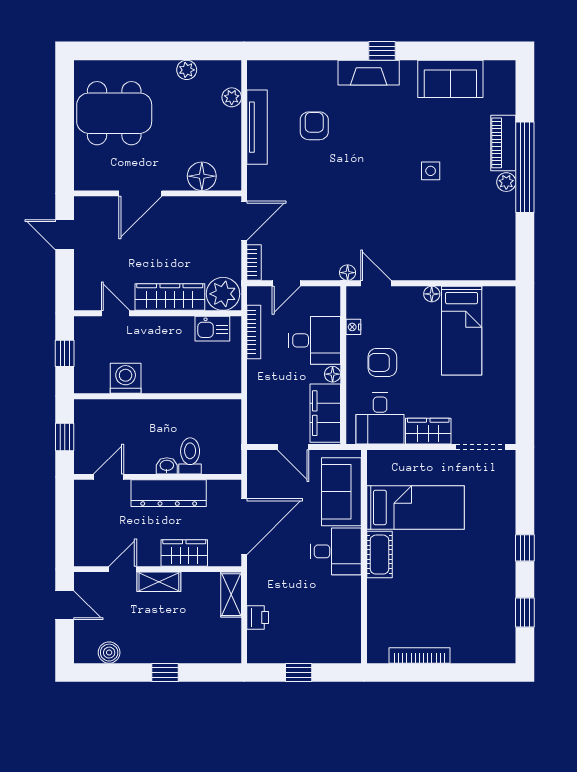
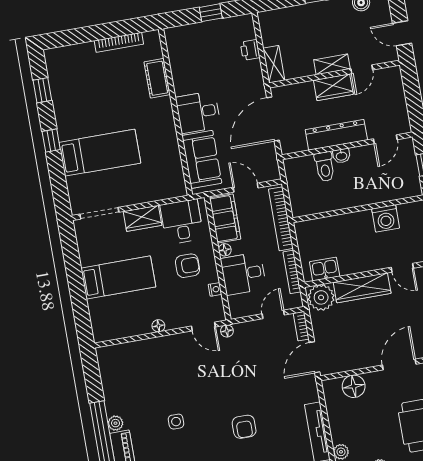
armchair: (314, 126) -> (244, 427), moved
bed: (462, 331) -> (118, 277), moved, turned 90
bookcase: (256, 401) -> (281, 219), added
bed: (415, 507) -> (100, 153), moved, turned 180
wardrobe: (184, 553) -> (333, 87), moved
cot: (379, 555) -> (157, 78), moved

